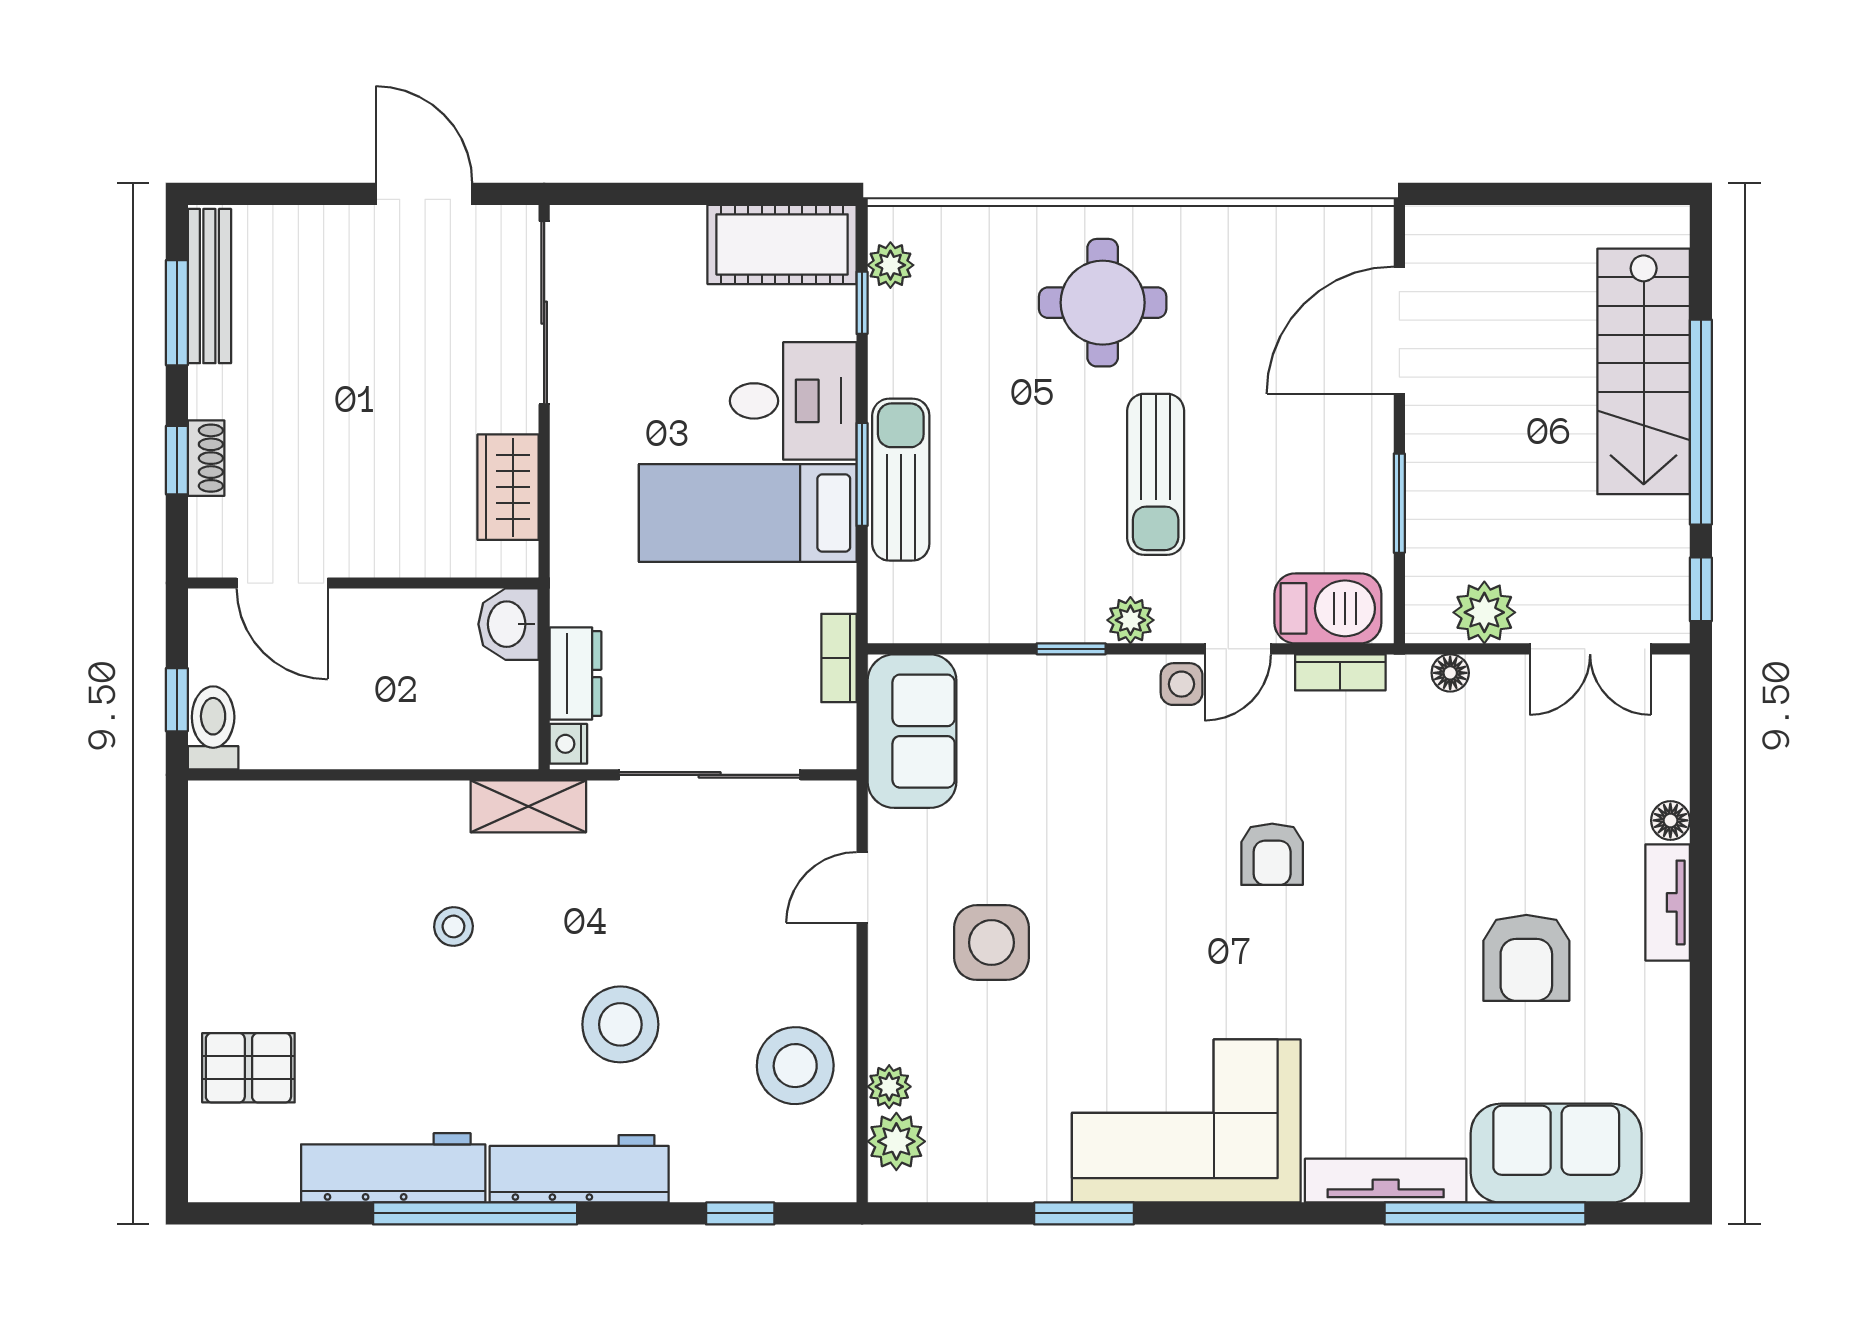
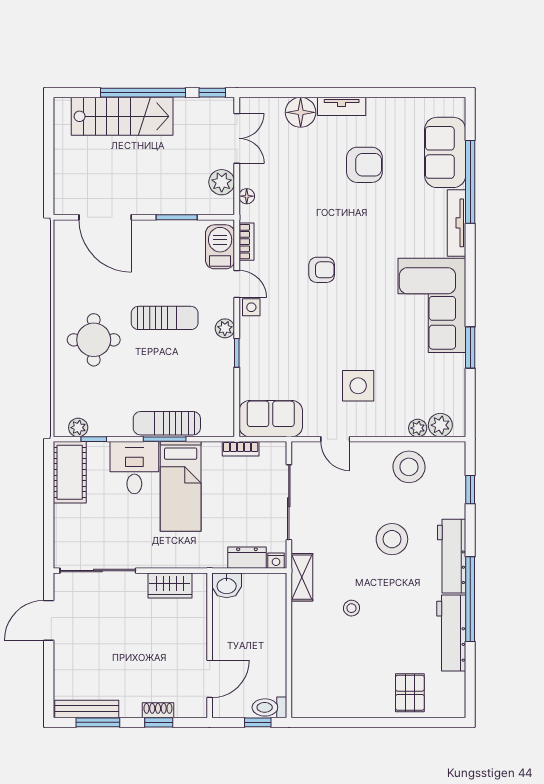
floor lamp: (1670, 820) -> (301, 112), width x1.89, depth x1.89

